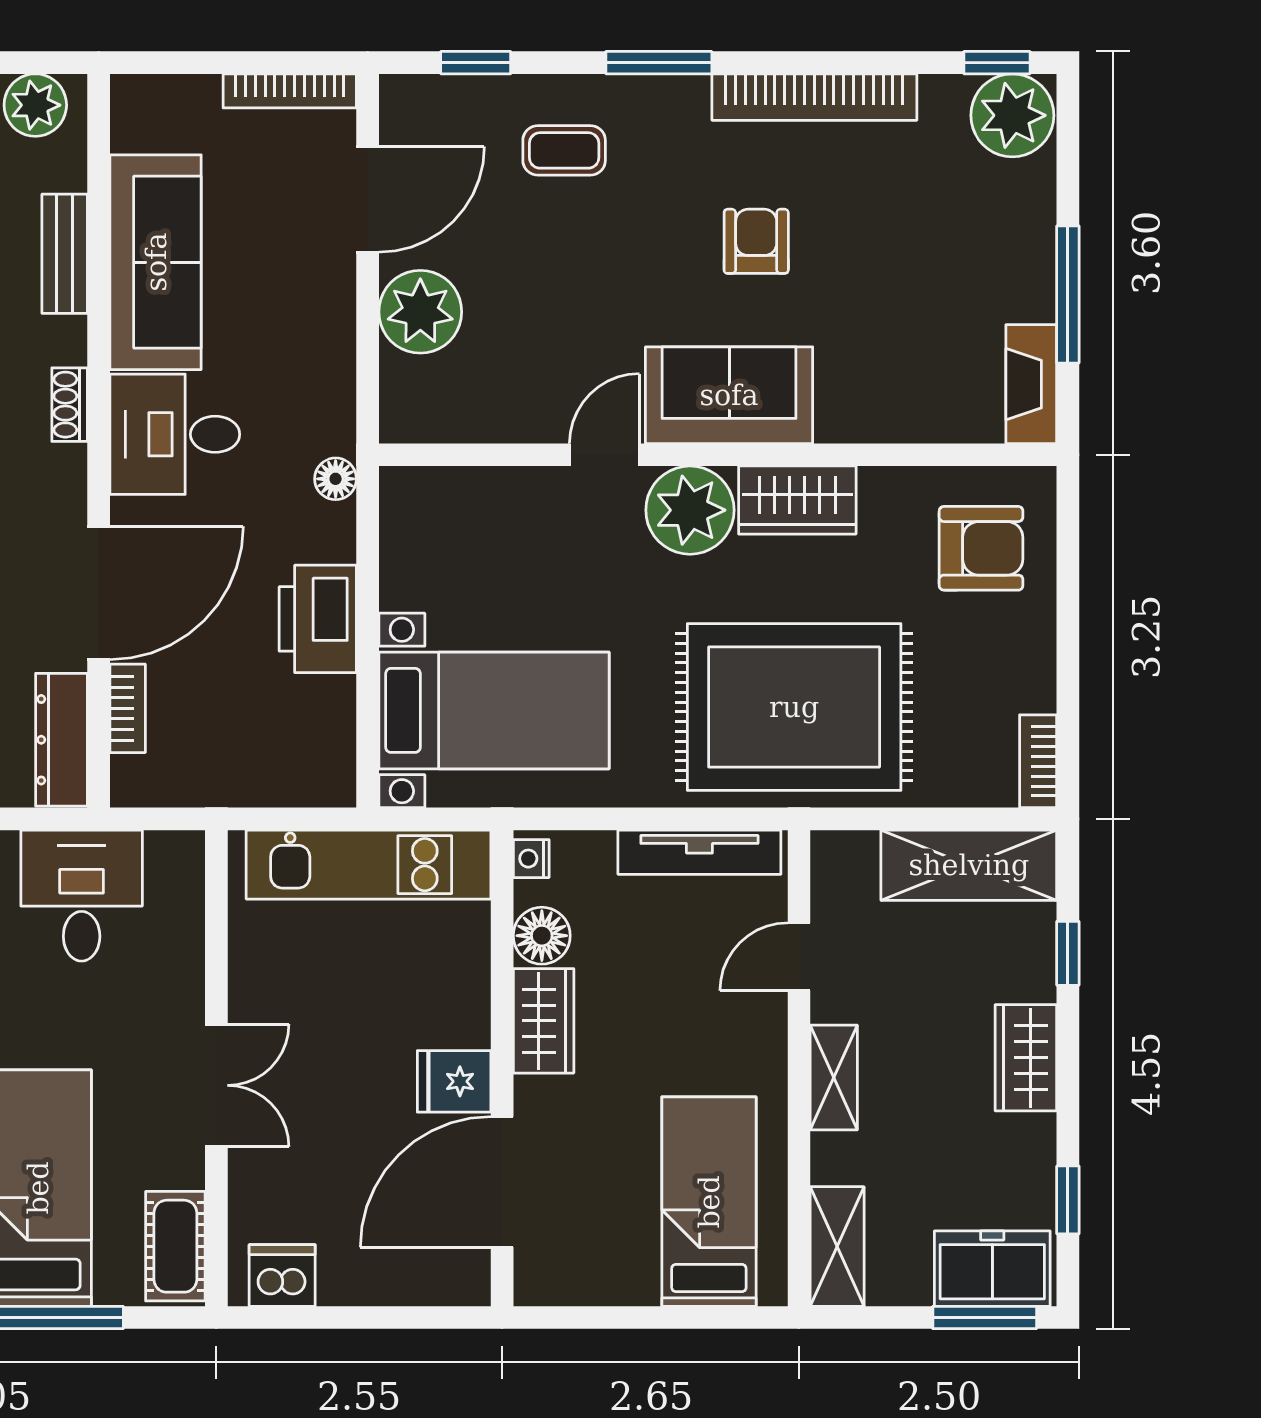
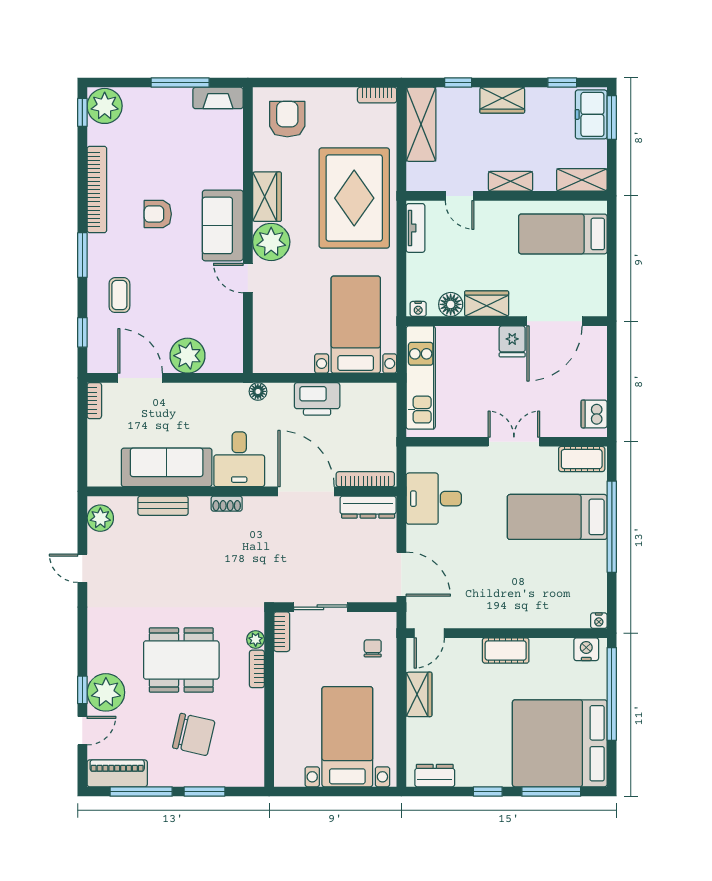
bookcase: (290, 91) -> (94, 401), width x0.64
bookcase: (128, 708) -> (365, 479), width x1.56
tv unit: (699, 852) -> (415, 228), width x0.71
door: (502, 1182) -> (555, 321), hinge flipped

